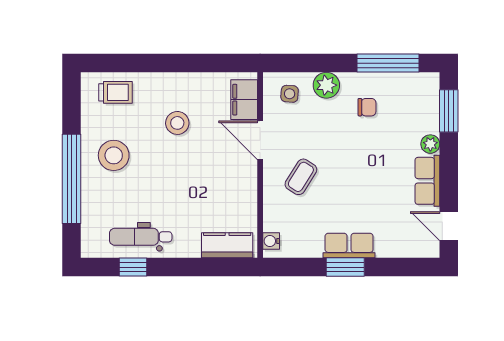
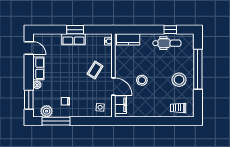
plant: (326, 85) -> (47, 111), moved
stool: (177, 123) -> (142, 80), moved

